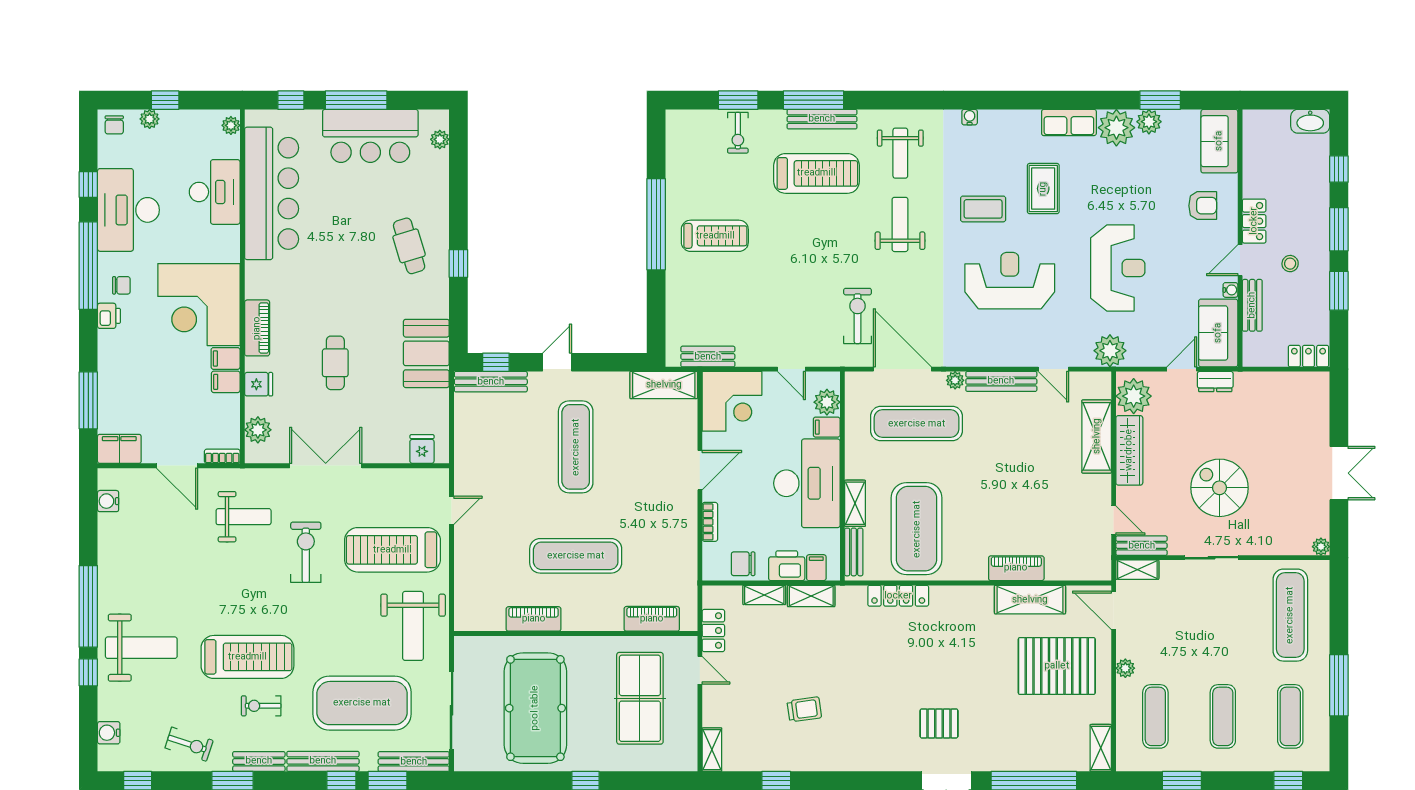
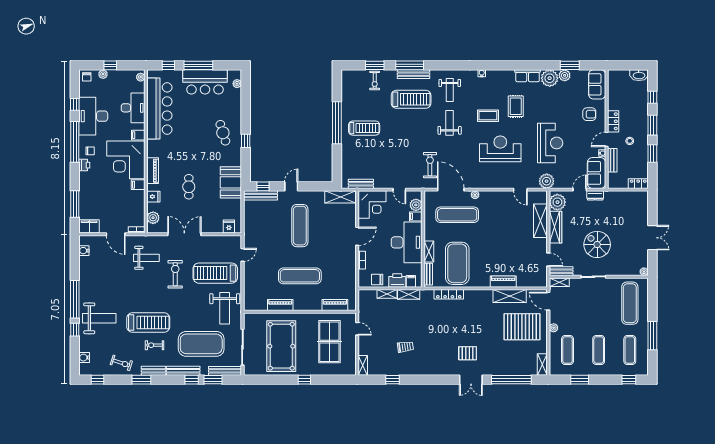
bench: (1001, 381) -> (496, 195), removed
filing cabinet: (226, 382) -> (138, 135), moved
locker: (713, 631) -> (363, 310), removed

